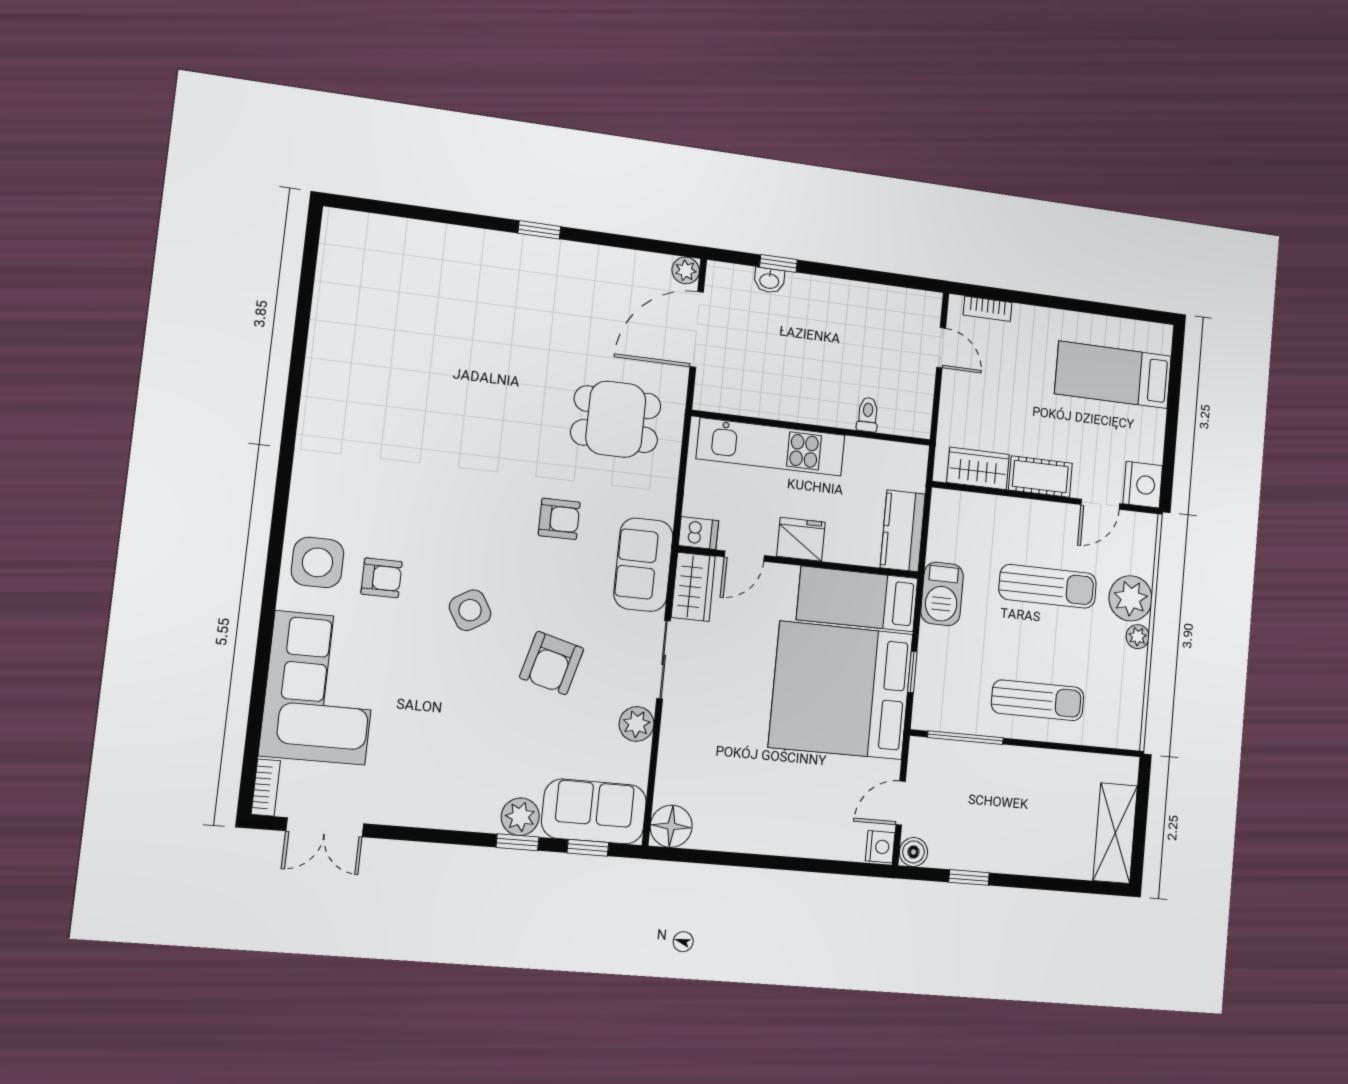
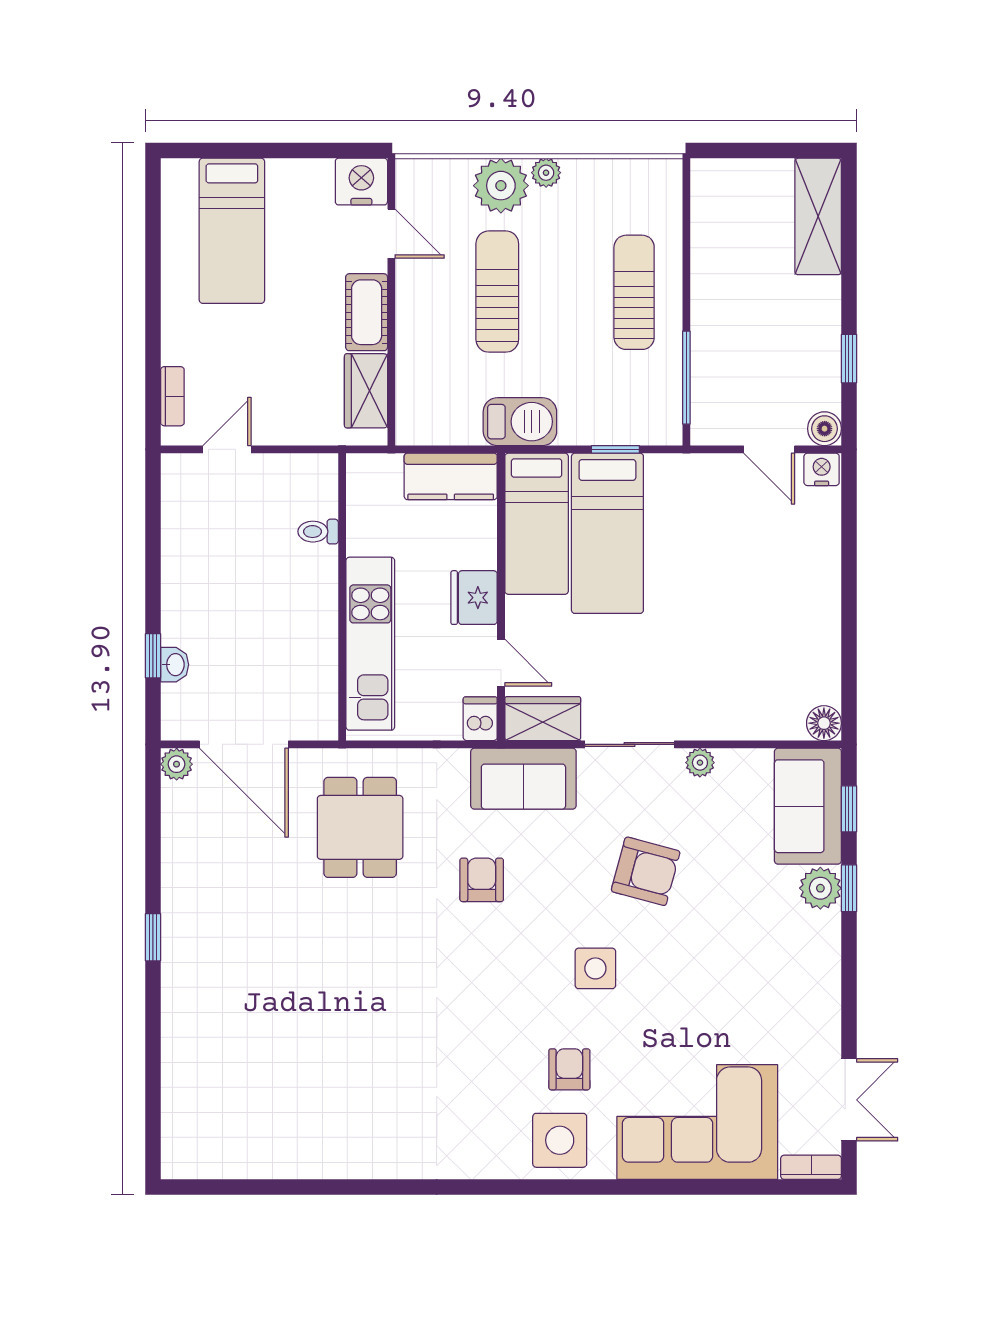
side table: (470, 610) -> (595, 968), turned 31
bed: (841, 690) -> (607, 533), width x0.49
plant: (637, 724) -> (700, 763), width x0.73, depth x0.73
floor lamp: (671, 826) -> (824, 723), width x0.73, depth x0.73
shelving: (1115, 833) -> (818, 216), moved, turned 90

